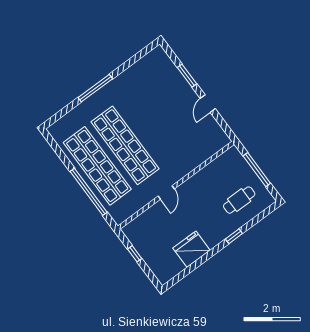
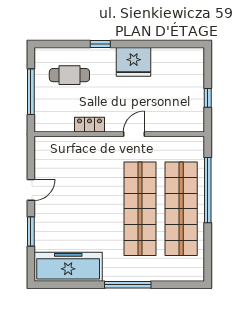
freezer: (144, 71) -> (68, 267), added
locker: (201, 177) -> (89, 125), added
fridge: (191, 249) -> (134, 62), moved

